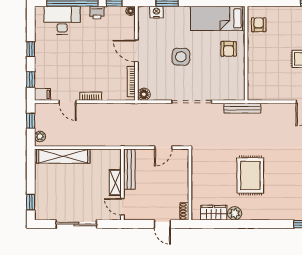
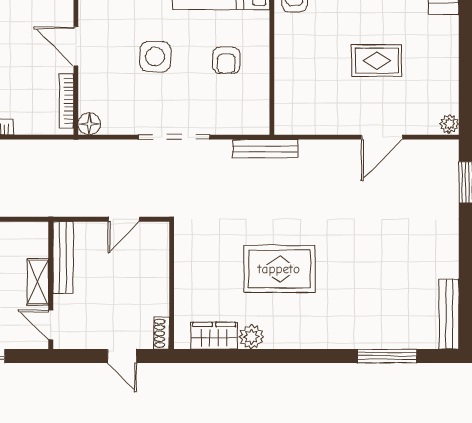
armchair: (229, 49) -> (226, 60), moved
rug: (250, 175) -> (279, 269), turned 90

